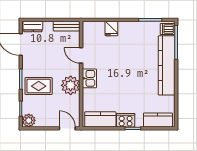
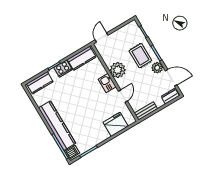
fridge: (111, 28) -> (116, 124), width x1.88, depth x1.34
door: (81, 55) -> (123, 96), hinge flipped
rug: (39, 86) -> (140, 56), turned 90
plant: (29, 120) -> (157, 68), moved
door: (67, 128) -> (101, 38), swing flipped

